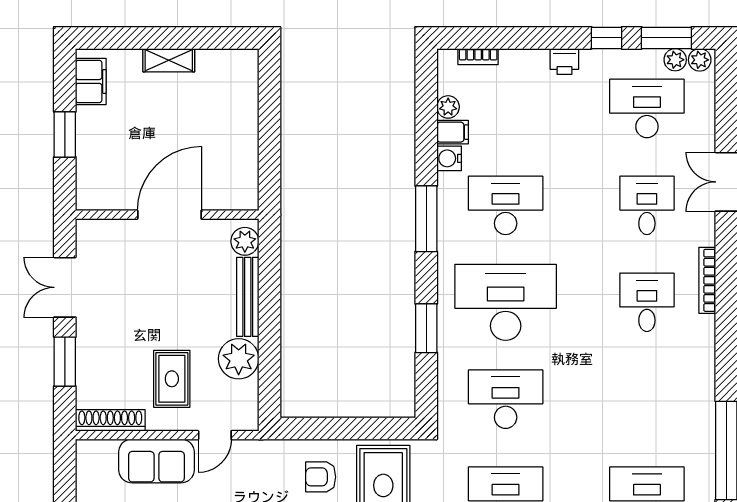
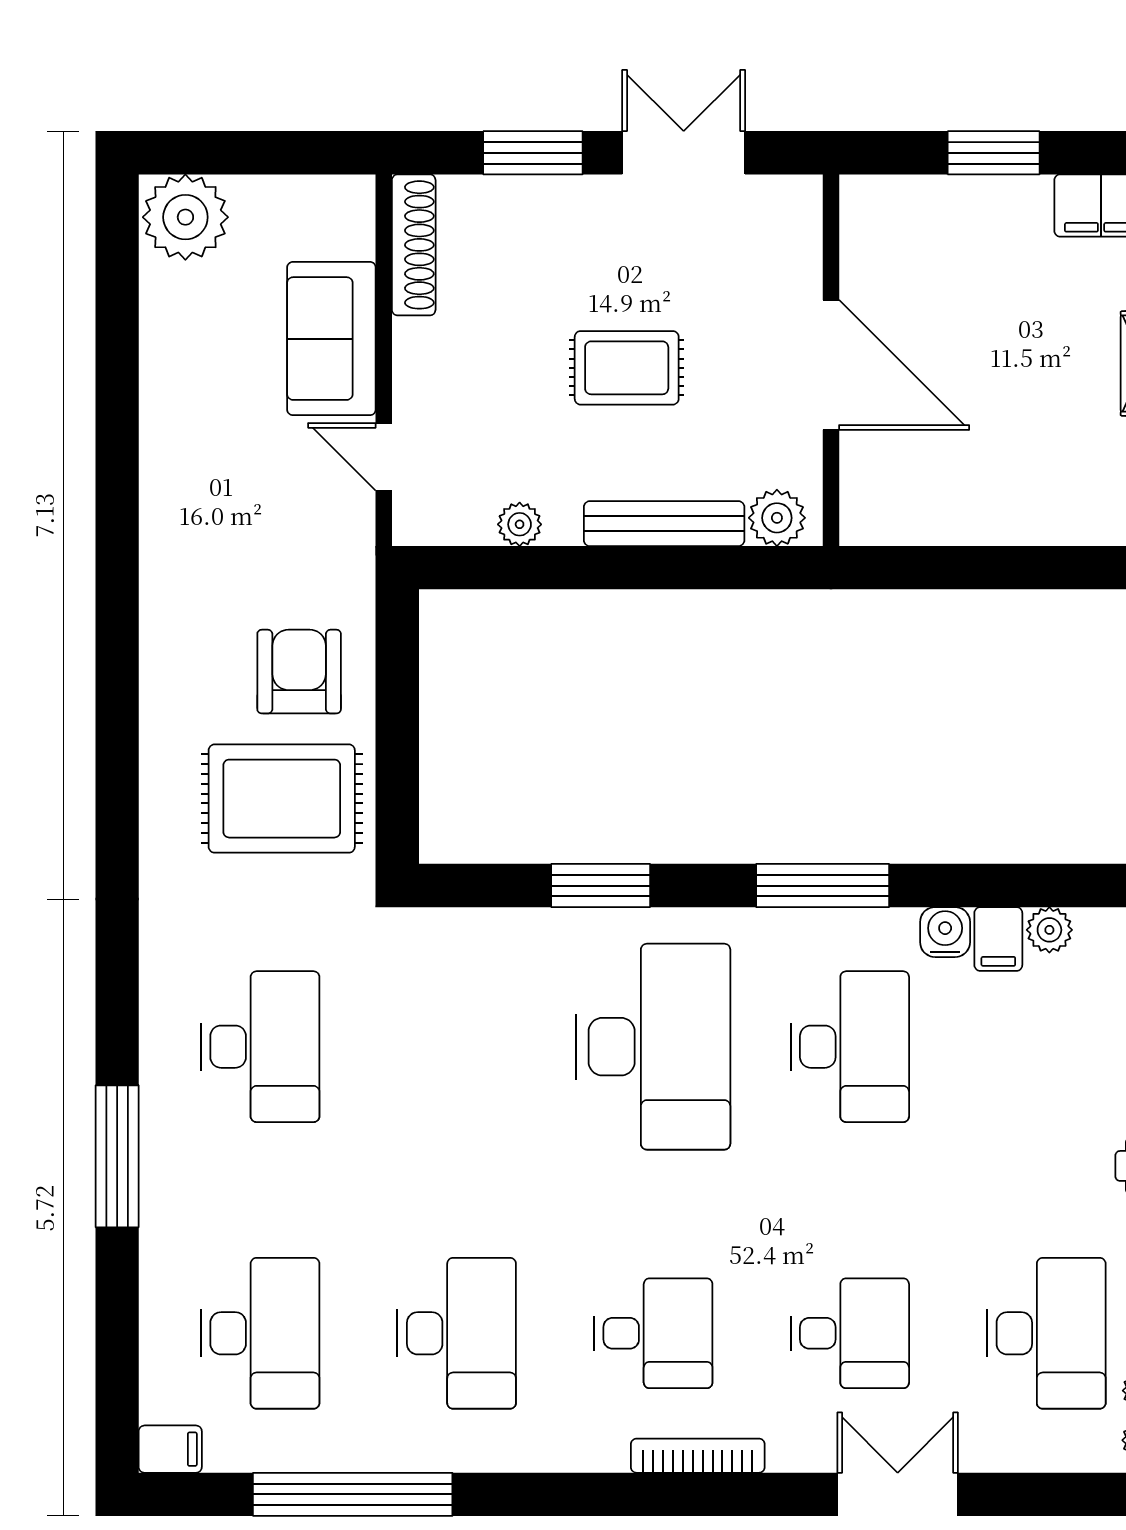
plant: (239, 359) -> (520, 524), width x0.53, depth x0.53
rug: (172, 379) -> (627, 368), moved
desk: (506, 399) -> (457, 1333), moved
armchair: (321, 477) -> (299, 672), width x1.38, depth x1.38

